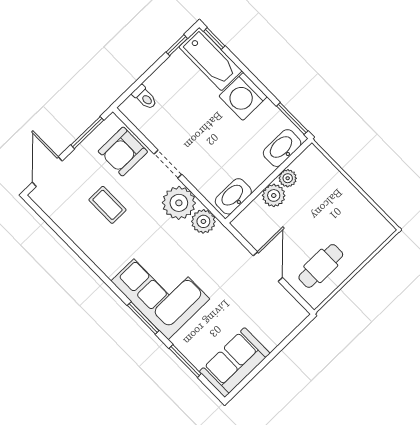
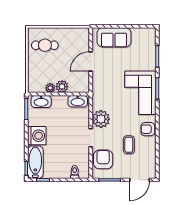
armchair: (123, 151) -> (103, 159), turned -90
plant: (203, 221) -> (98, 103), removed
armchair: (102, 251) -> (148, 129), added
cafe table: (321, 266) -> (45, 45), moved
sofa: (235, 362) -> (114, 37), moved

